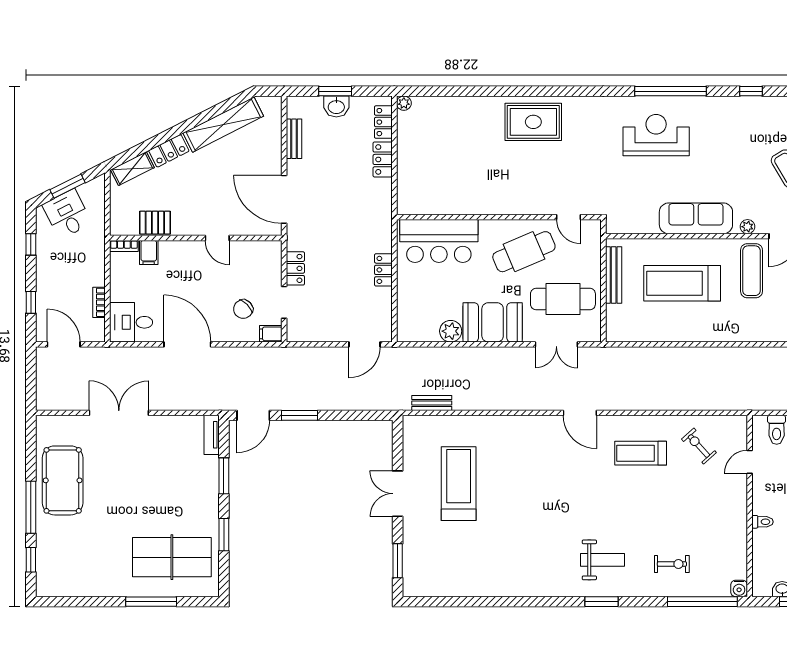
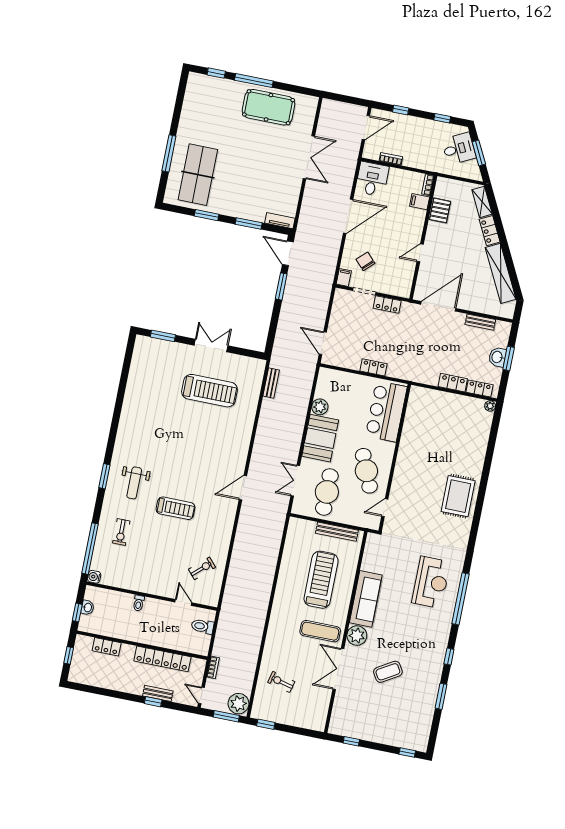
plant: (747, 227) -> (357, 636), width x1.88, depth x1.88
treadmill: (641, 453) -> (176, 508), moved, turned 90

